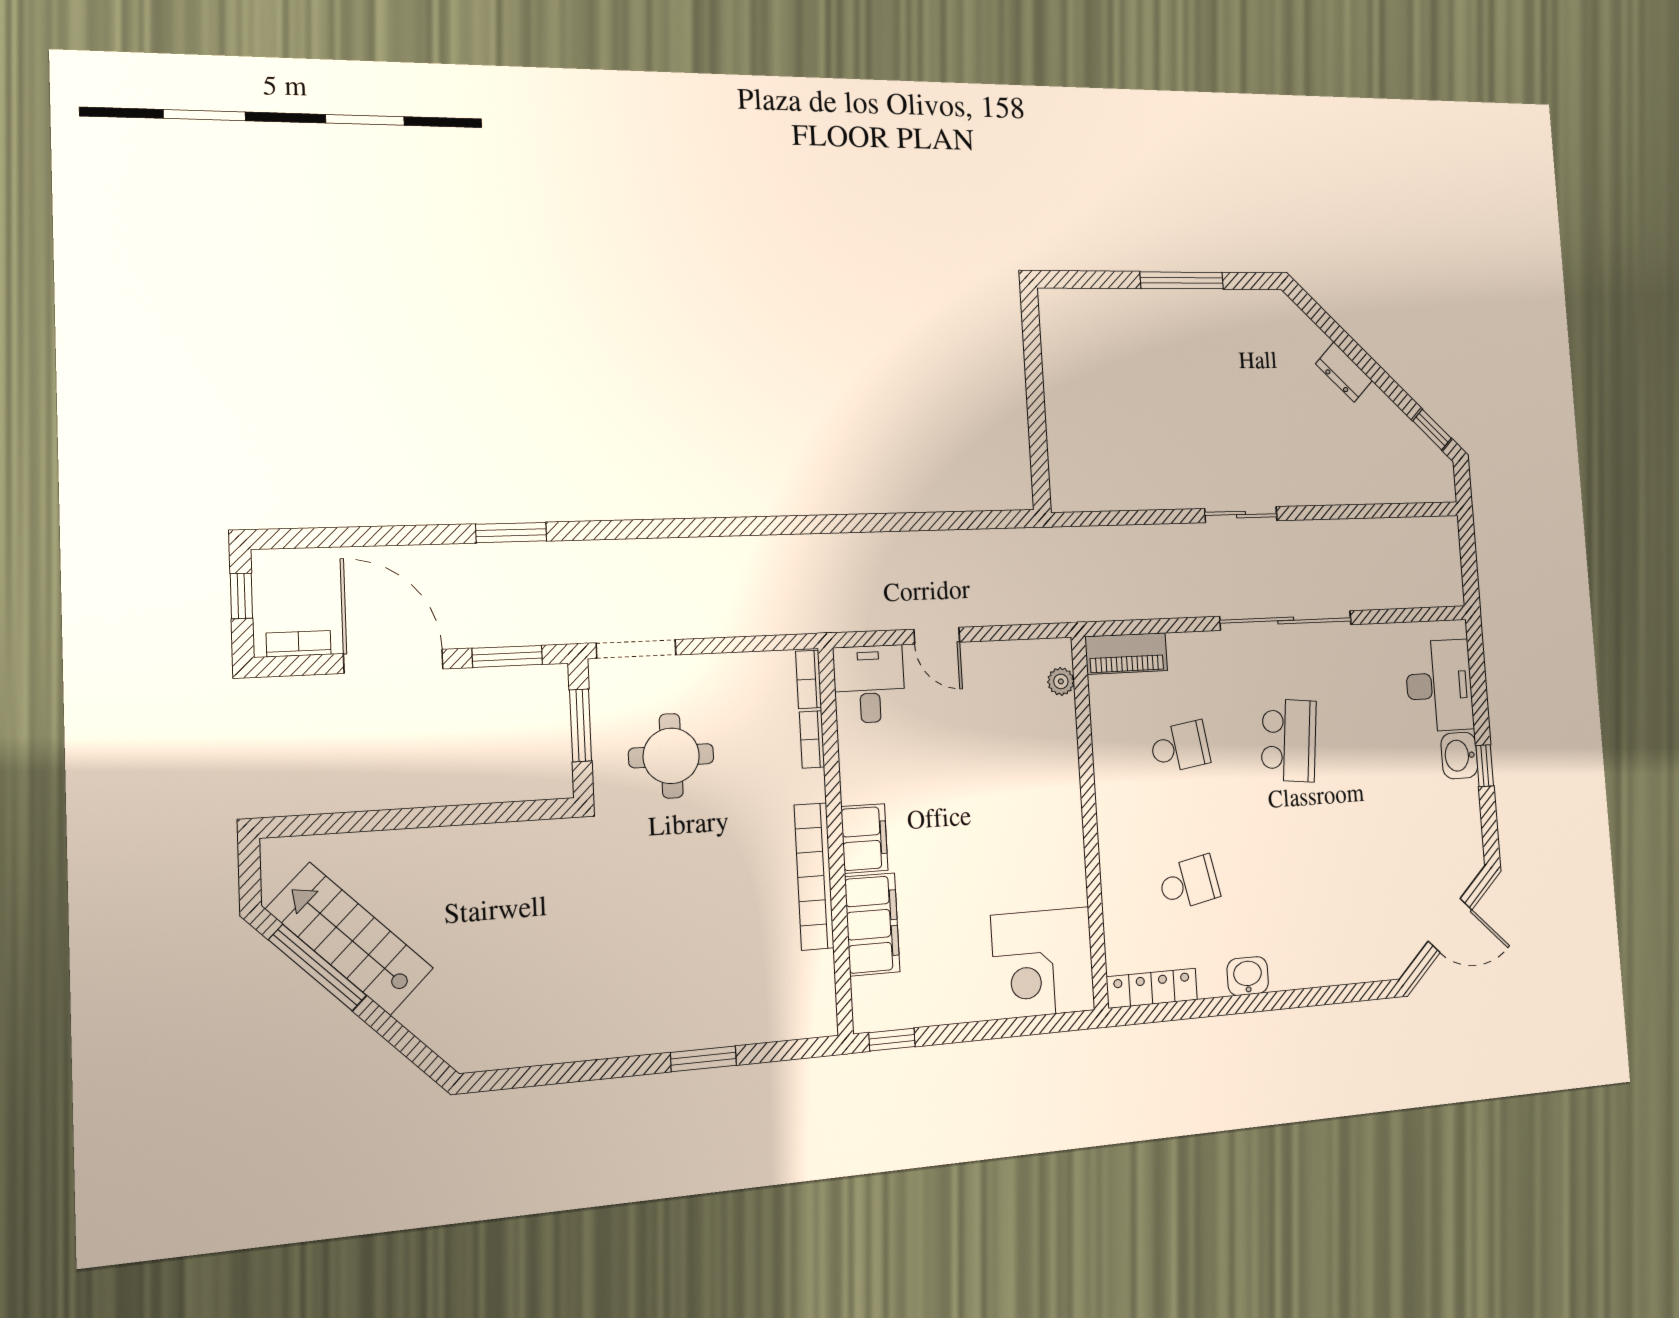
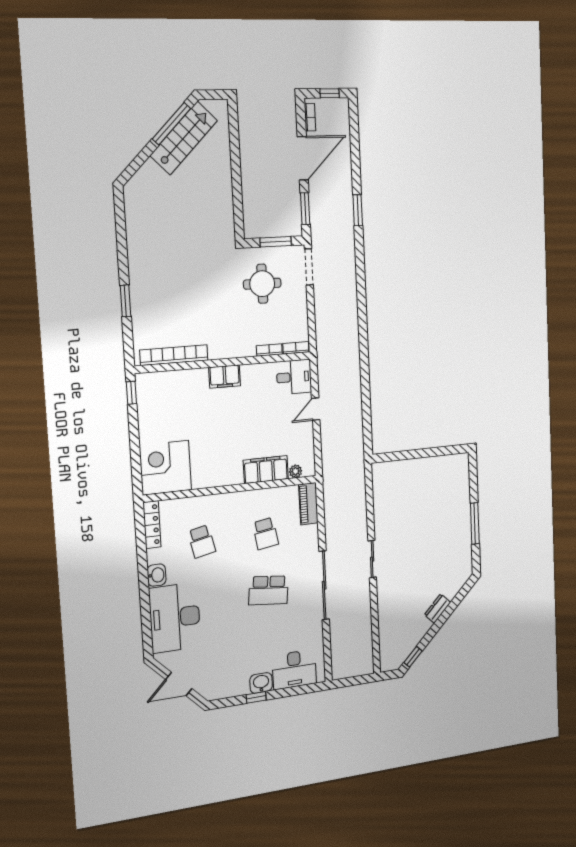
bookcase: (814, 876) -> (174, 355), moved
filing cabinet: (872, 924) -> (266, 470), moved, turned 180
door: (1450, 925) -> (179, 684), hinge flipped
desk: (1329, 936) -> (175, 618), added

